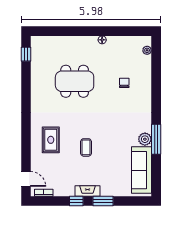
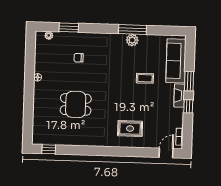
window: (156, 71) -> (69, 28), added
dining table: (75, 81) -> (76, 104), width x0.73
coffee table: (86, 147) -> (145, 78), moved
sofa: (141, 170) -> (176, 61), moved, turned 90

